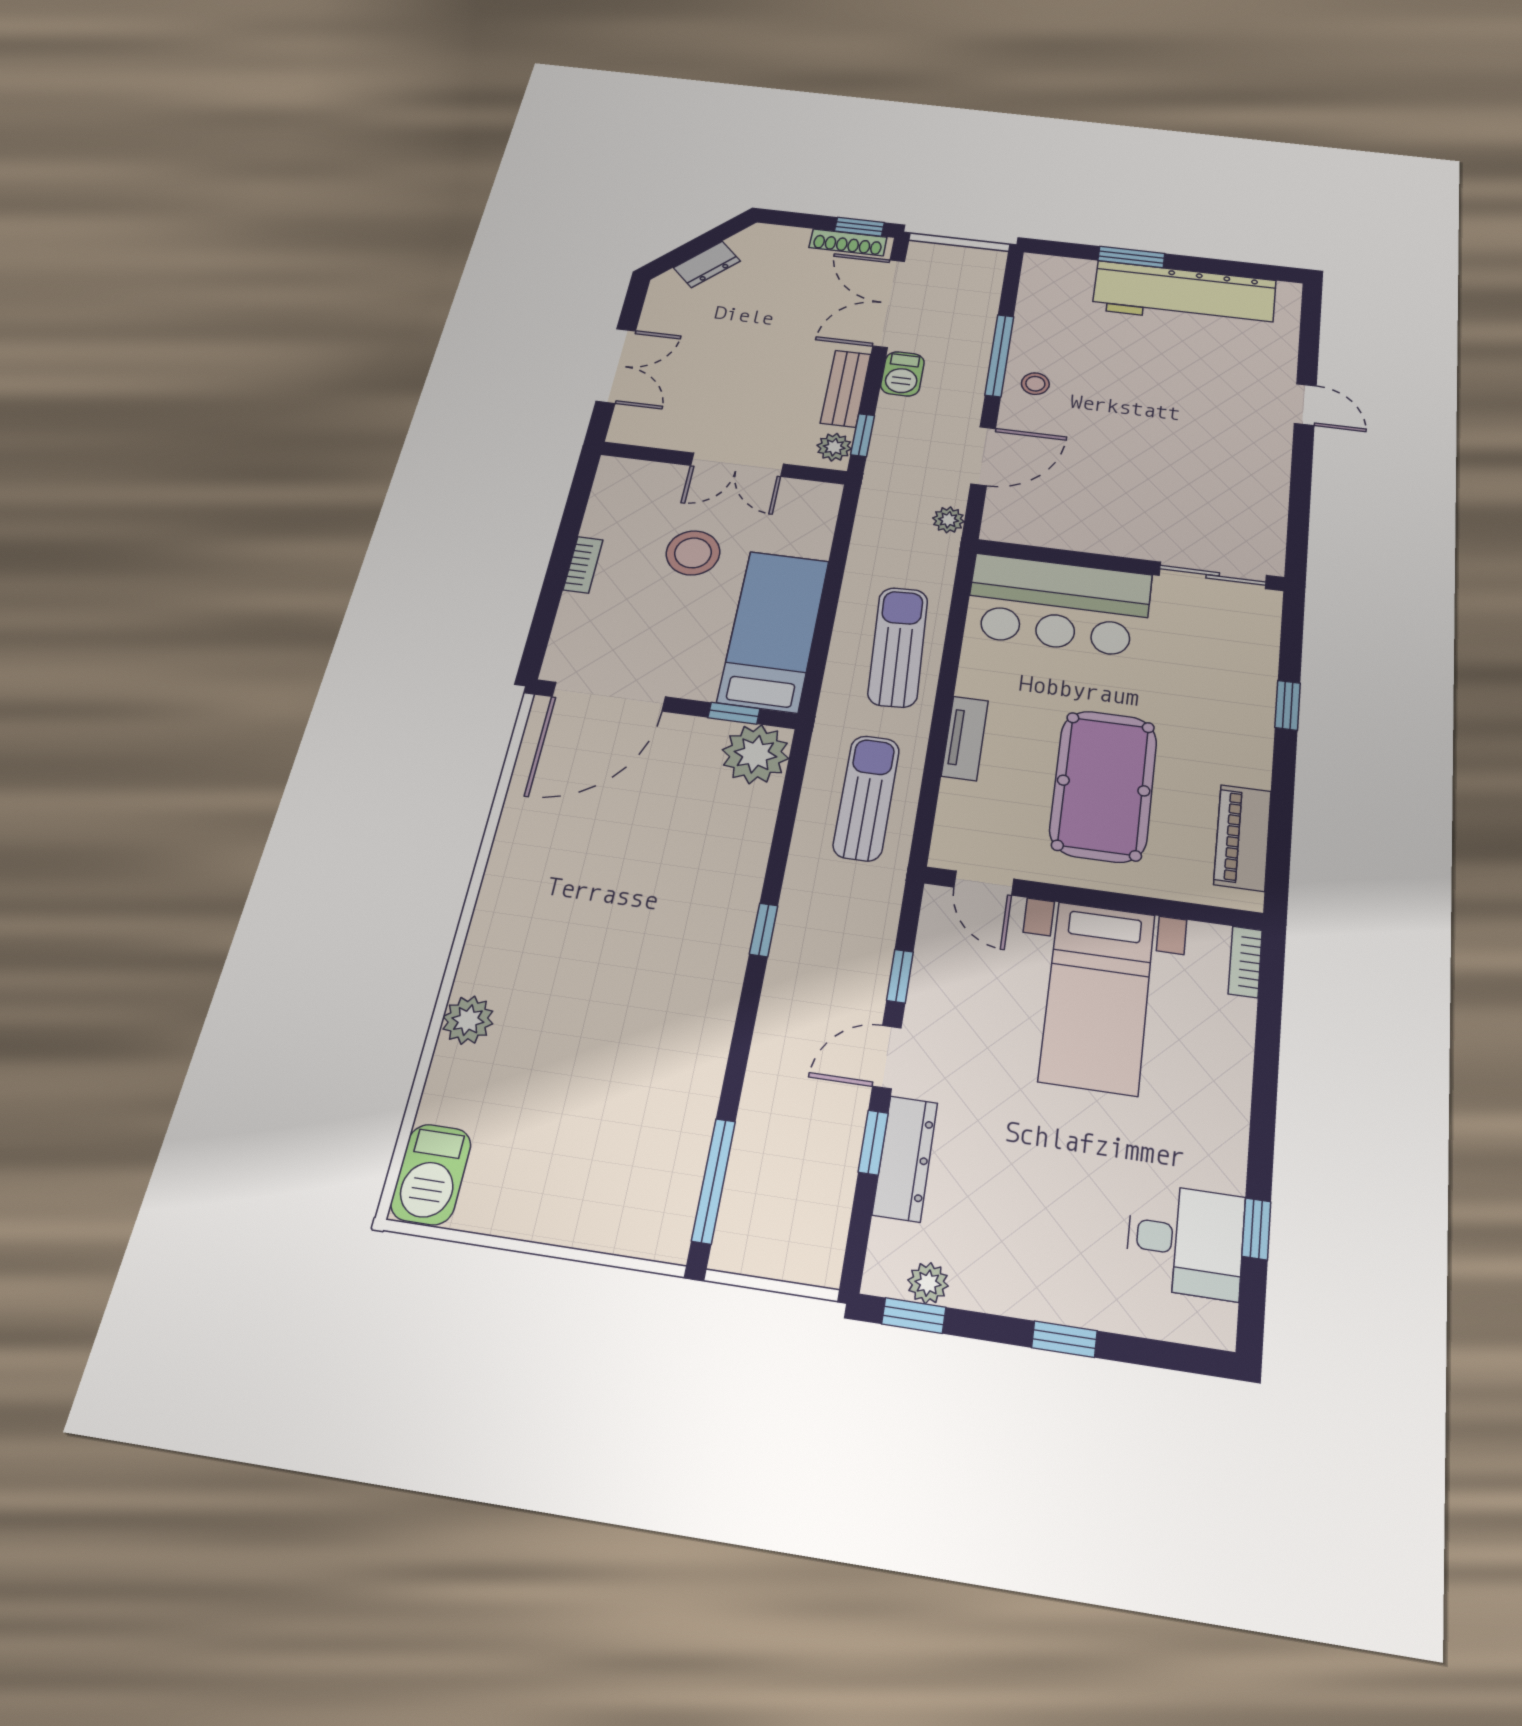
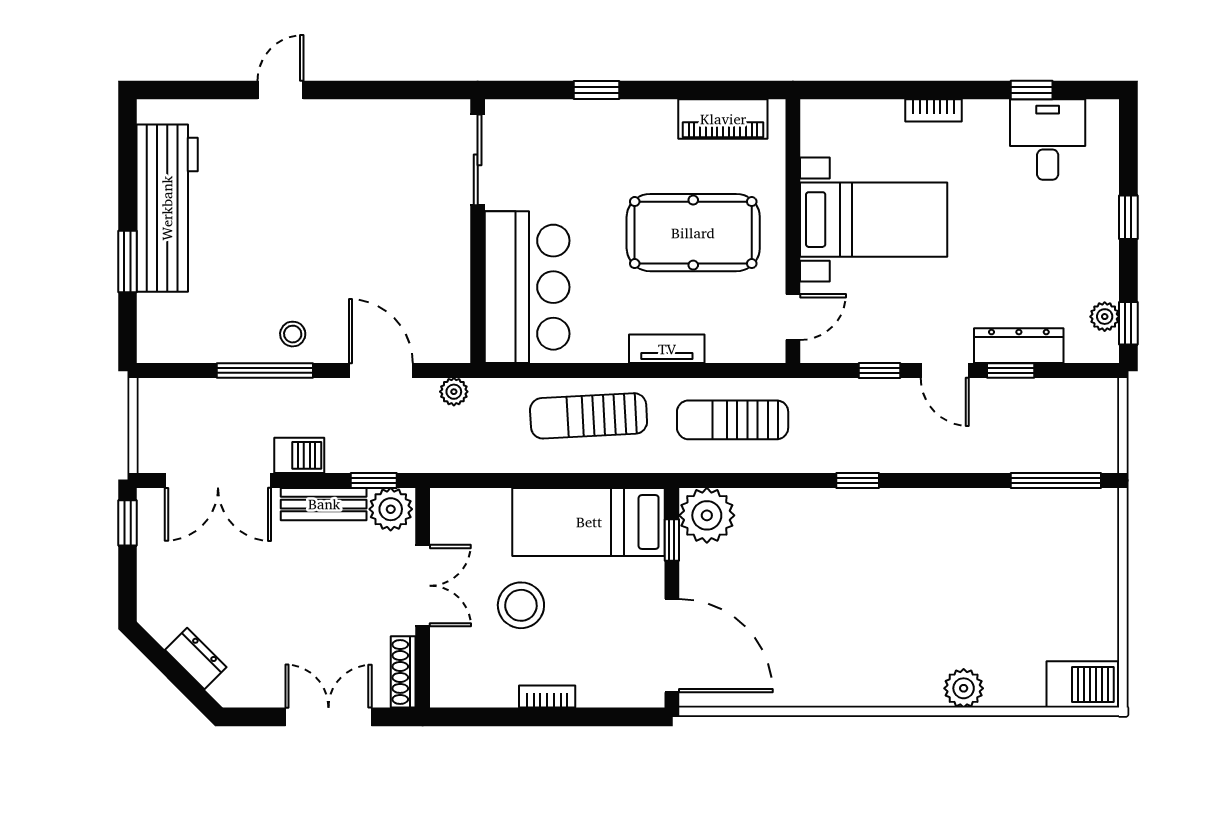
shoe rack: (848, 242) -> (403, 672), moved, turned 180
plant: (834, 447) -> (391, 509), width x1.38, depth x1.38
bookcase: (1245, 962) -> (934, 110), moved

